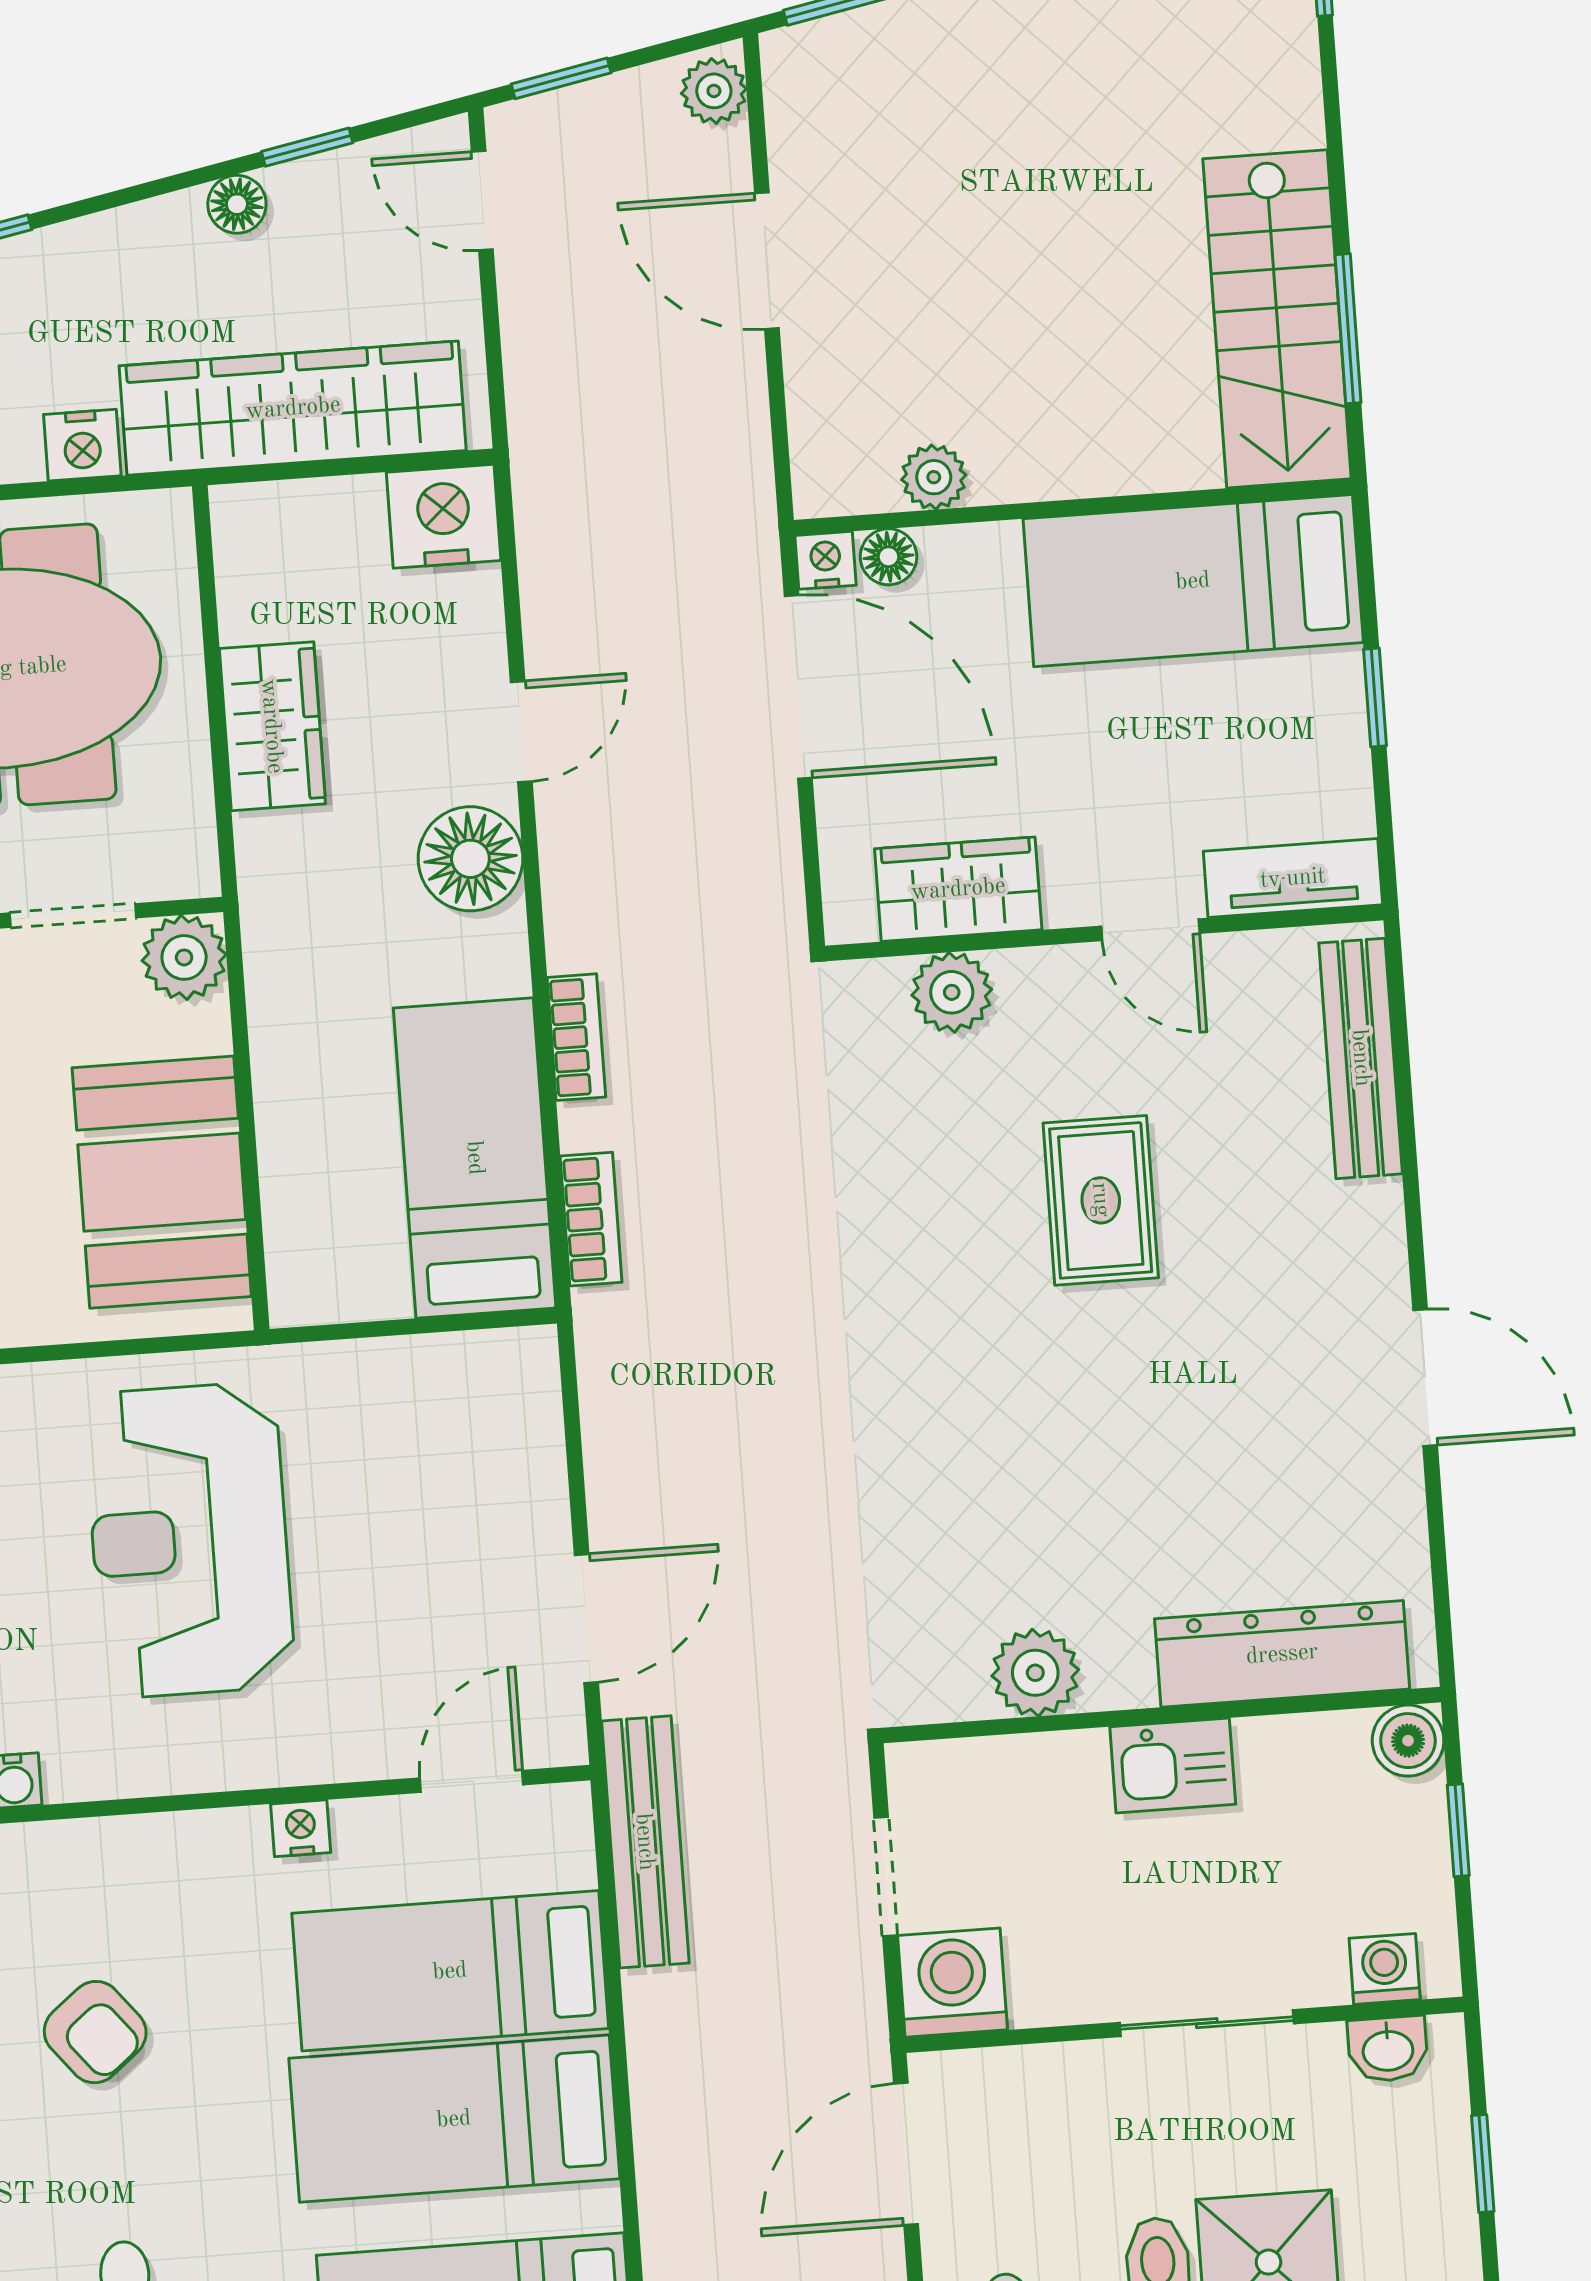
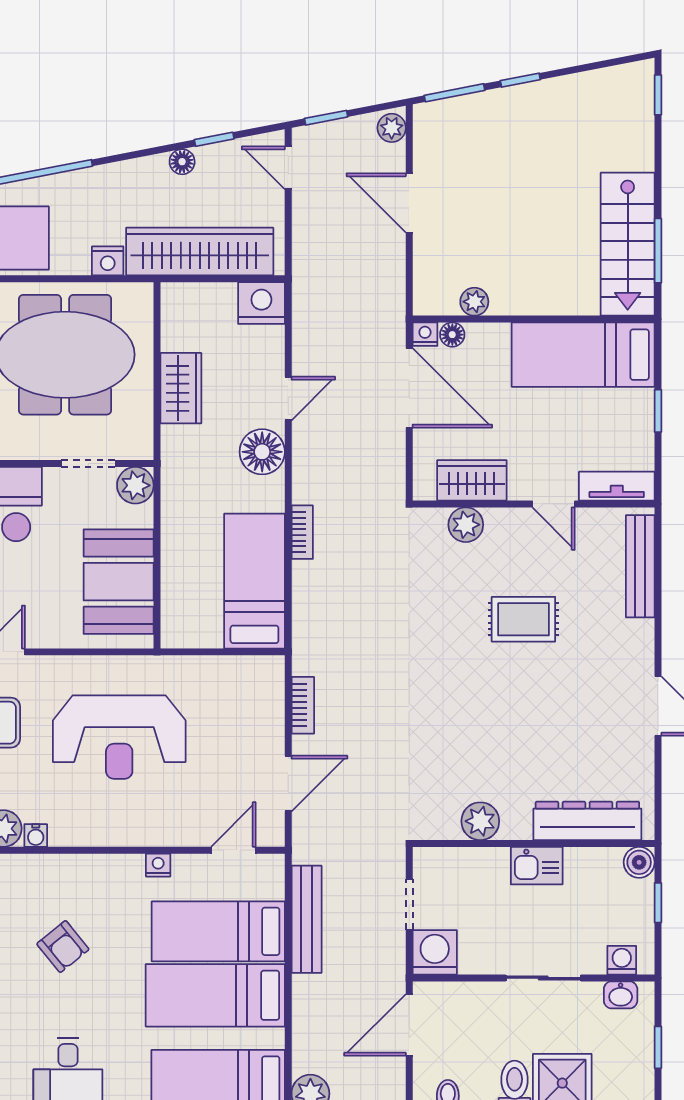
rug: (1101, 1200) -> (523, 619), turned 90
bookcase: (591, 1219) -> (303, 705), moved
reception desk: (189, 1540) -> (119, 737), turned -90
bench: (645, 1842) -> (307, 919), moved

